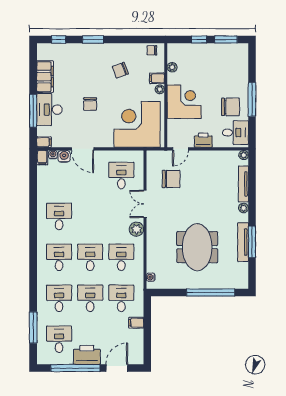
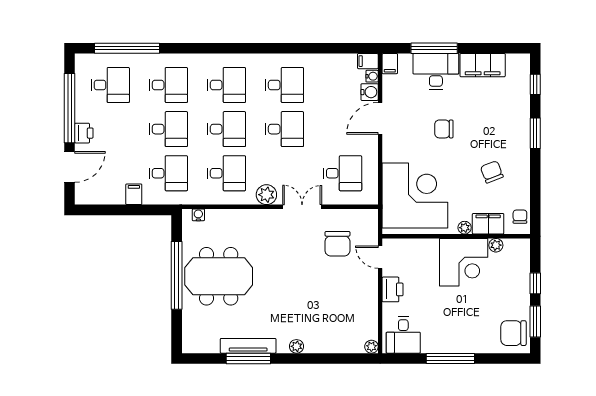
filing cabinet: (157, 78) -> (488, 224), width x2.00
corner desk: (184, 102) -> (464, 262), moved
chair: (230, 107) -> (513, 333), moved, turned 90
tv unit: (243, 184) -> (330, 346), removed
desk: (90, 216) -> (284, 129), added
meeting table: (197, 247) -> (219, 276), moved
window: (211, 292) -> (177, 275), moved
window: (33, 328) -> (127, 48), width x1.46
printer: (87, 355) -> (84, 133), width x0.53, depth x0.68
door: (117, 368) -> (70, 167), hinge flipped

